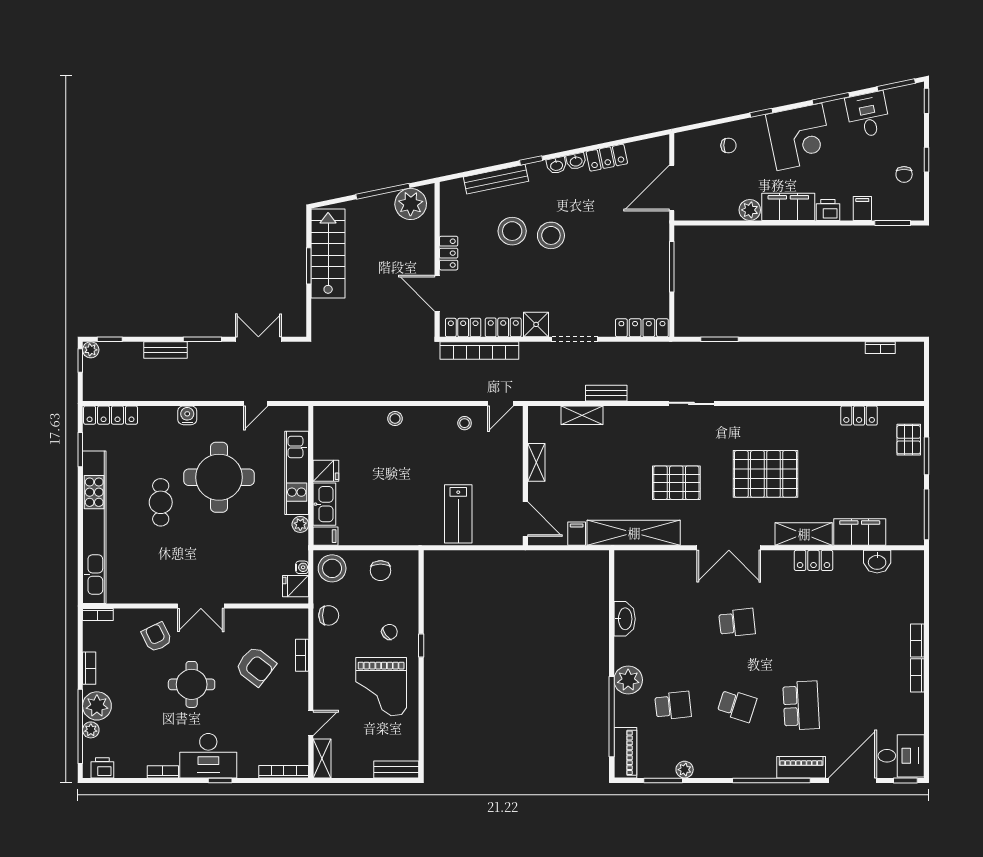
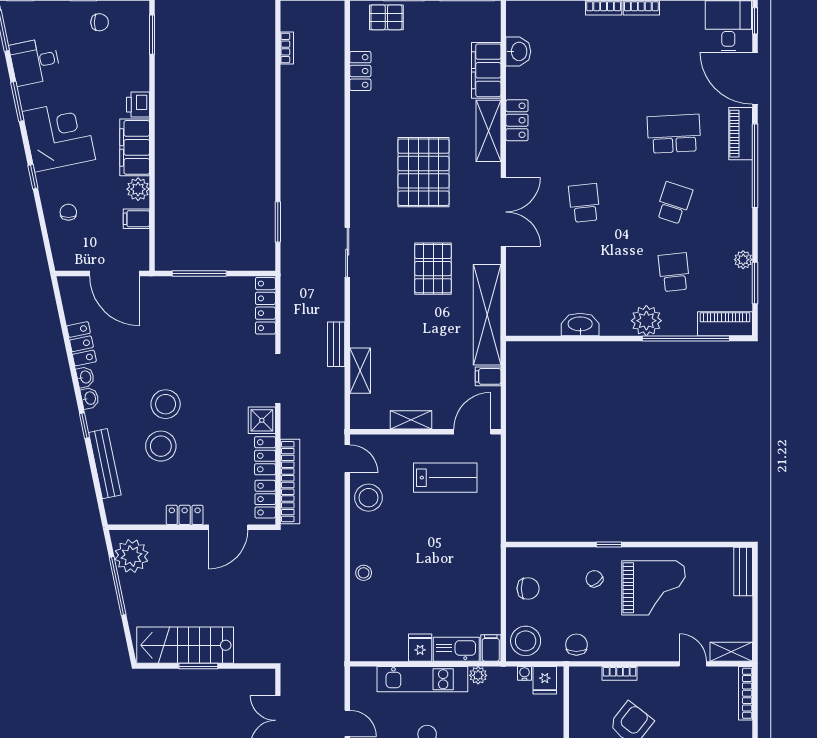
filing cabinet: (862, 209) -> (136, 219), moved
stool: (465, 423) -> (369, 498), width x1.89, depth x1.89
lab bench: (458, 514) -> (445, 478), moved

